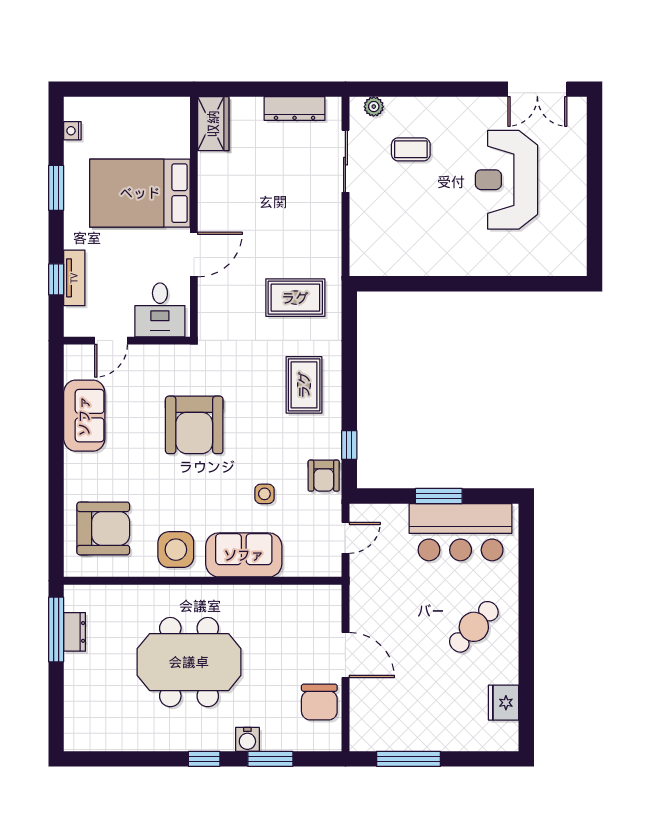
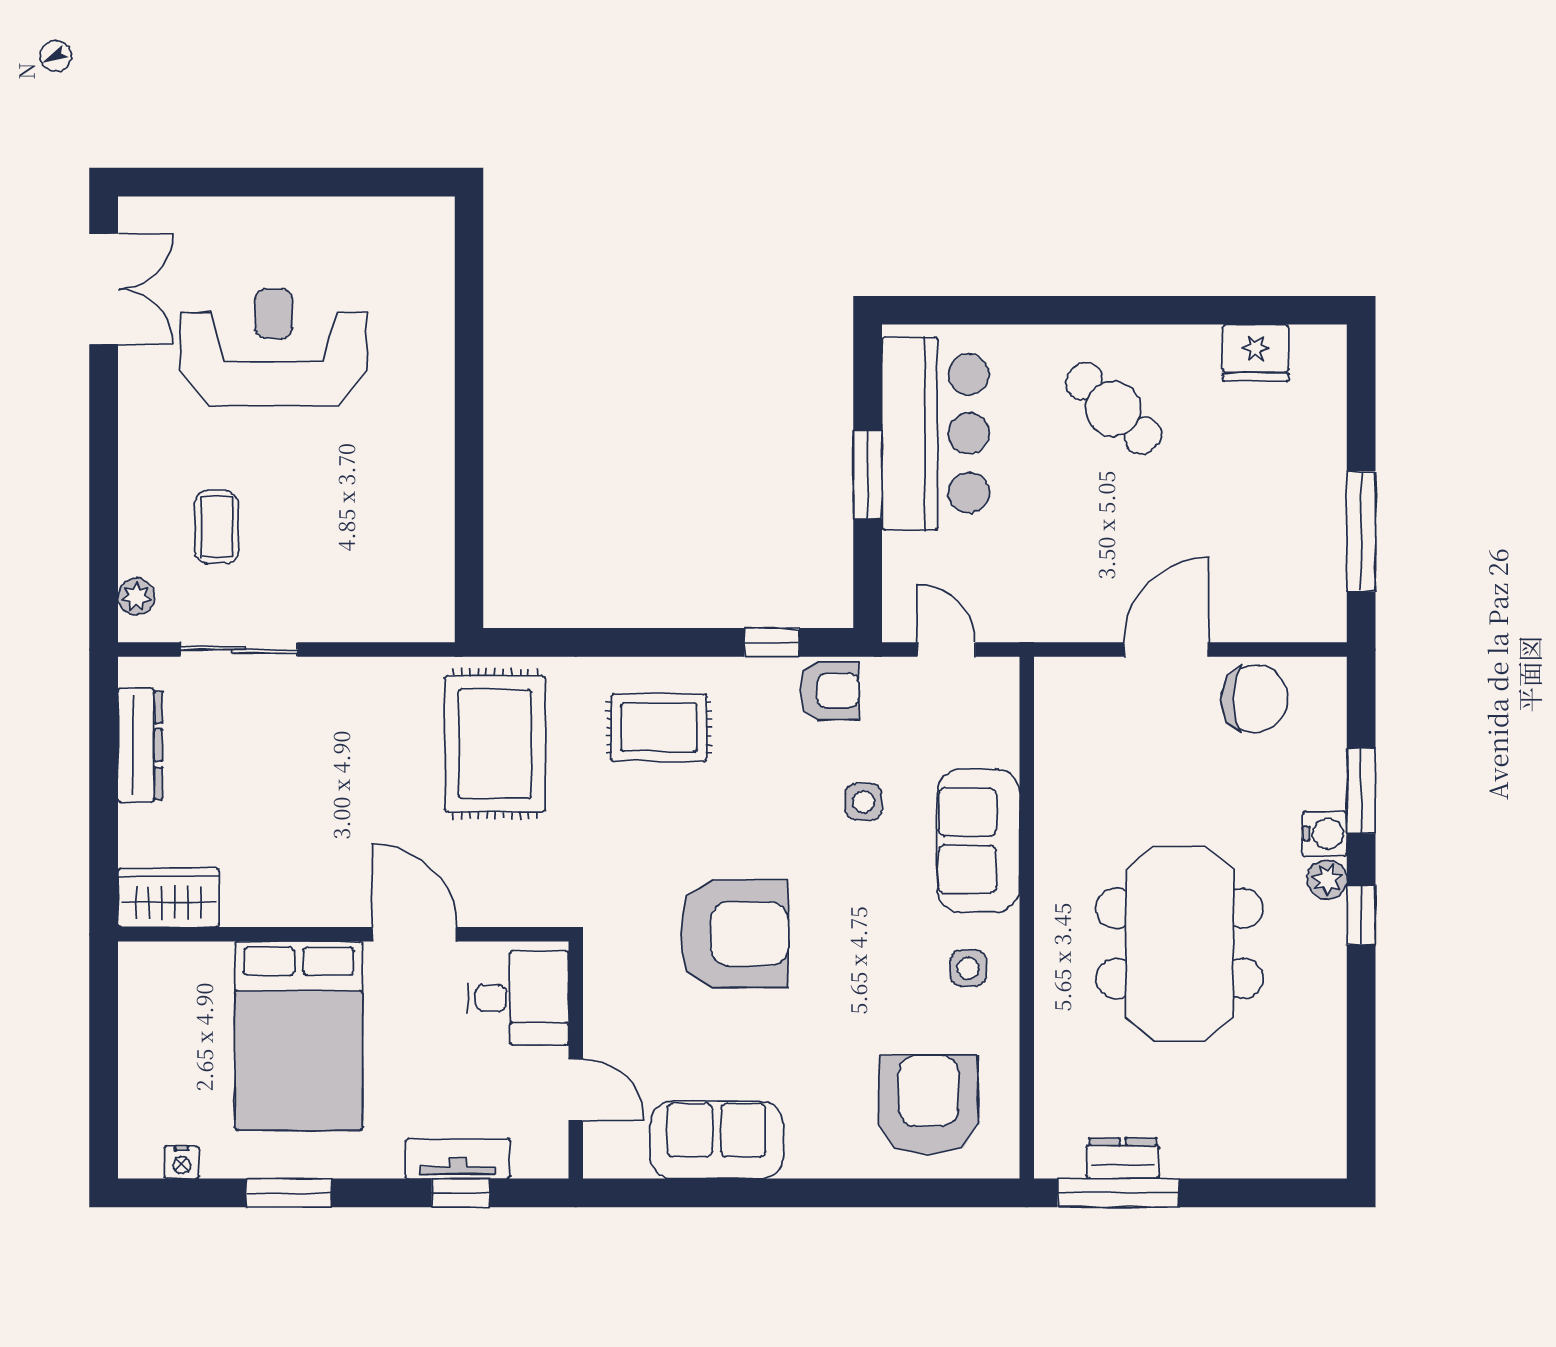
reception desk: (506, 180) -> (274, 347), turned 180
rug: (295, 298) -> (495, 744), width x1.36, depth x1.43
side table: (176, 550) -> (968, 968), width x0.54, depth x0.54
plant: (223, 741) -> (1327, 880), added

